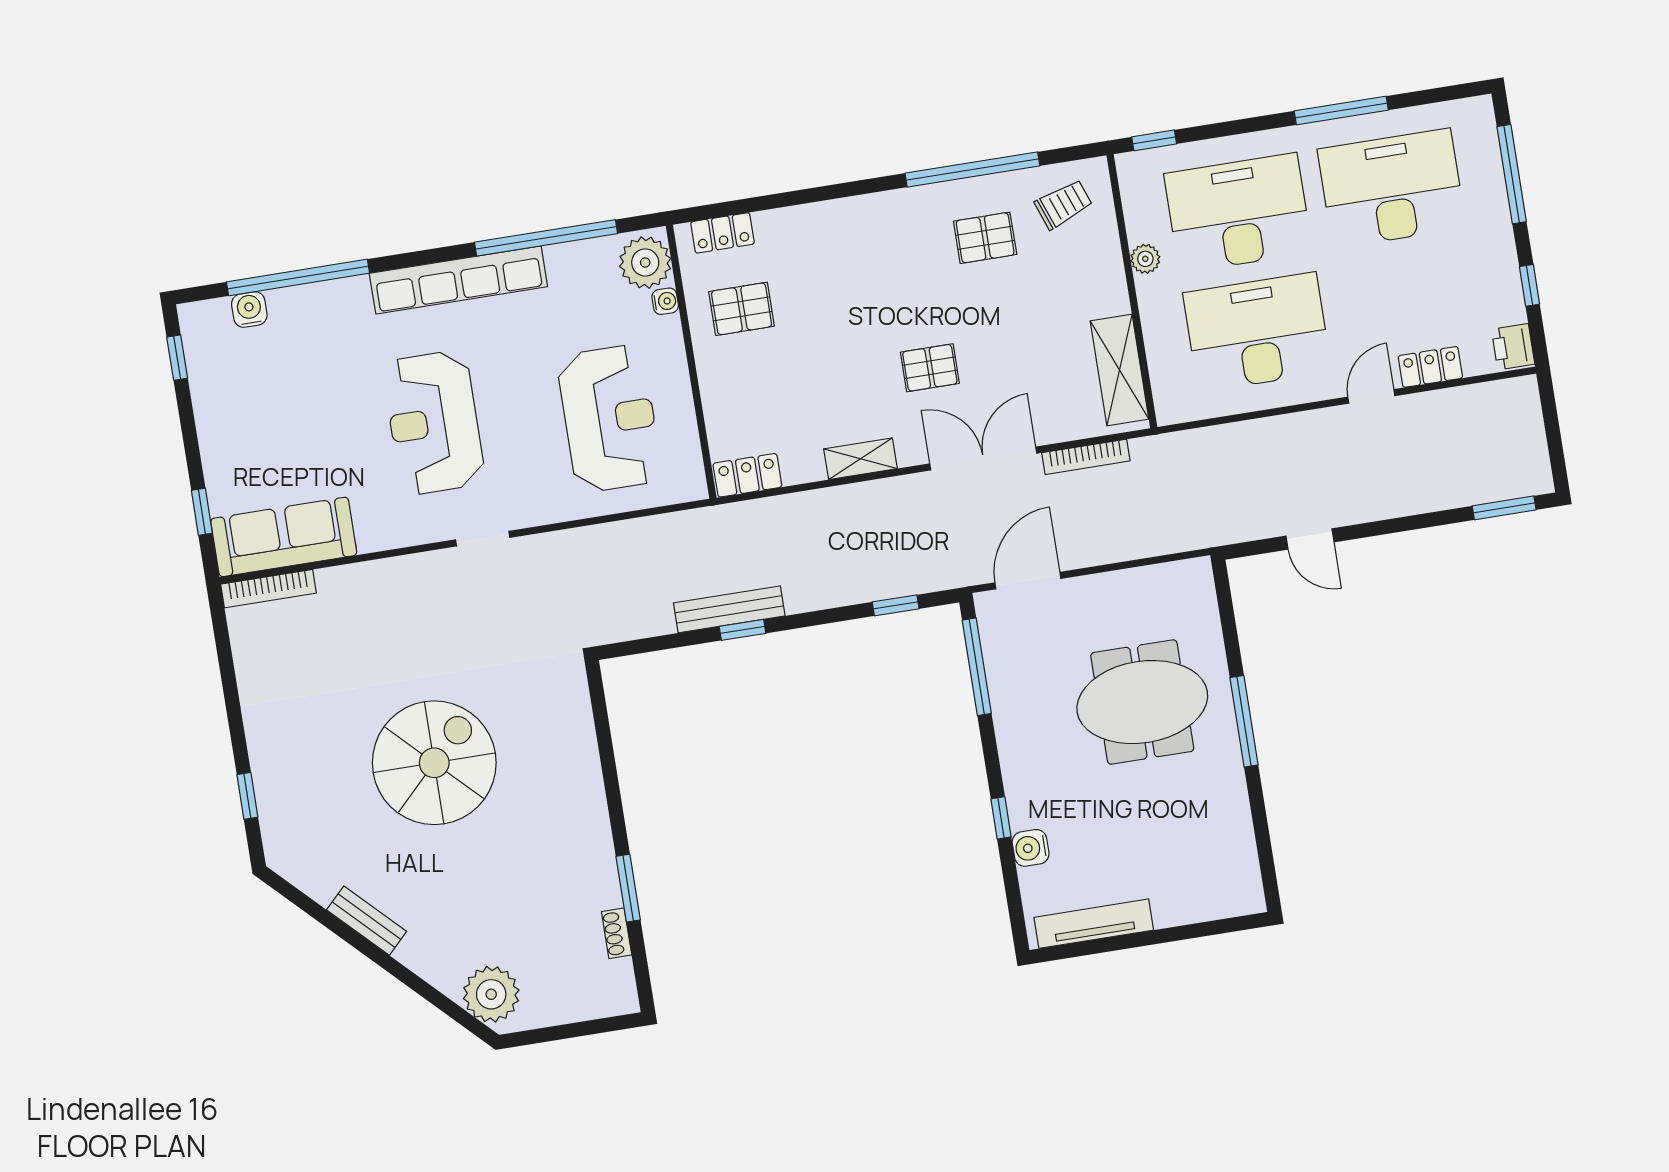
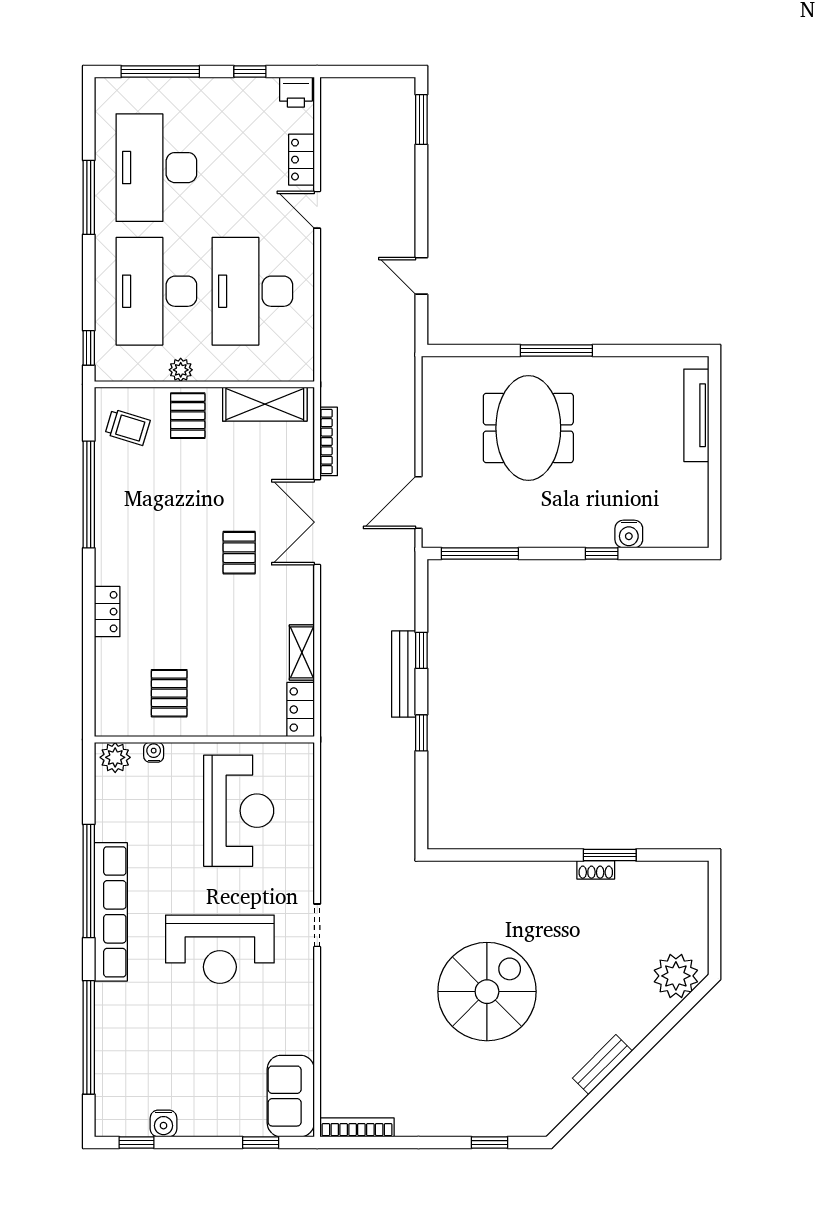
trolley: (1063, 204) -> (128, 427), turned 127
locker: (722, 233) -> (107, 612), moved
window: (546, 238) -> (89, 881), moved
pallet: (985, 238) -> (188, 416), moved
plant: (645, 263) -> (115, 757), width x0.73, depth x0.73
water cooler: (249, 310) -> (163, 1123), moved, turned -90
reception desk: (609, 419) -> (239, 811), turned 90
shelving: (860, 459) -> (302, 652), moved
sofa: (284, 537) -> (291, 1096), width x0.73
door: (1310, 539) -> (421, 276), swing flipped
door: (1028, 581) -> (419, 503), hinge flipped
bookcase: (269, 589) -> (357, 1127), moved, turned -90
window: (896, 605) -> (421, 650), moved
bench: (729, 609) -> (404, 674), moved
spiral stairs: (434, 763) -> (487, 992), turned 90
tv unit: (1094, 924) -> (696, 415), moved
shoe rack: (617, 933) -> (596, 870), moved

